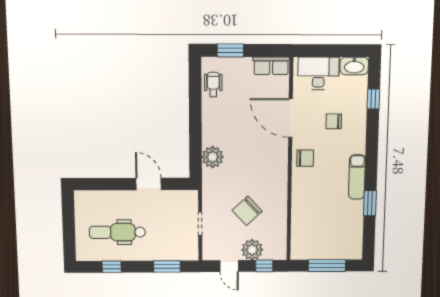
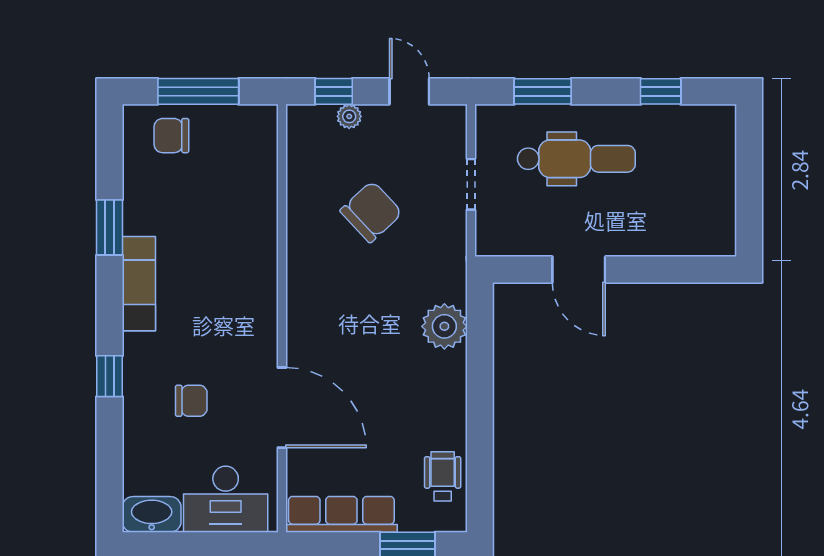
row of seats: (271, 66) -> (341, 514), width x1.48
wheelchair: (213, 84) -> (443, 476), turned 180
window: (373, 99) -> (110, 376), moved
chair: (305, 158) -> (171, 136), moved
dental chair: (117, 232) -> (576, 159), moved
plant: (252, 250) -> (349, 116), width x0.53, depth x0.53

